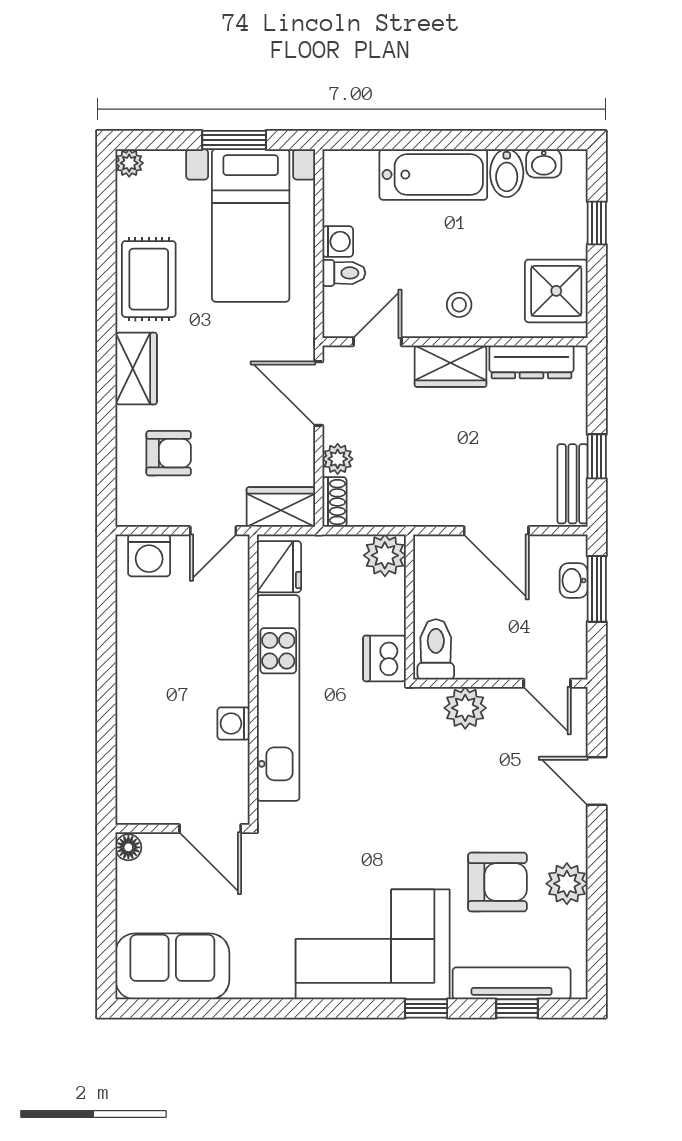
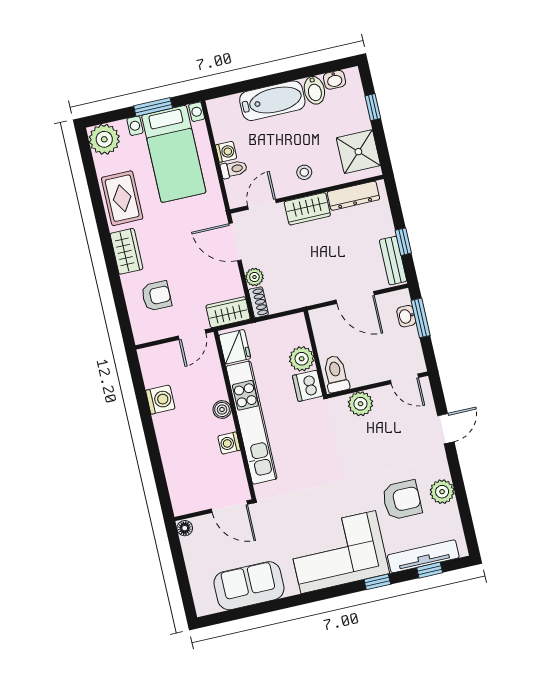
plant: (129, 163) -> (104, 139), width x1.88, depth x1.88
washing machine: (149, 555) -> (160, 400), moved, turned -90
plant: (385, 555) -> (302, 359), moved
boiler: (234, 665) -> (222, 409), added
door: (597, 781) -> (446, 429), swing flipped
sofa: (172, 966) -> (249, 586), moved

